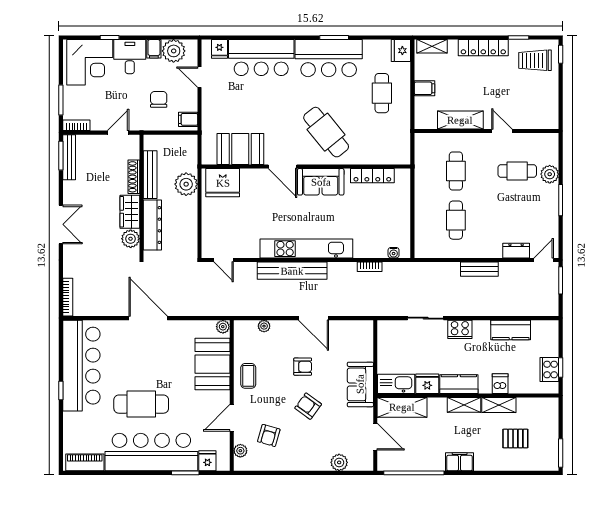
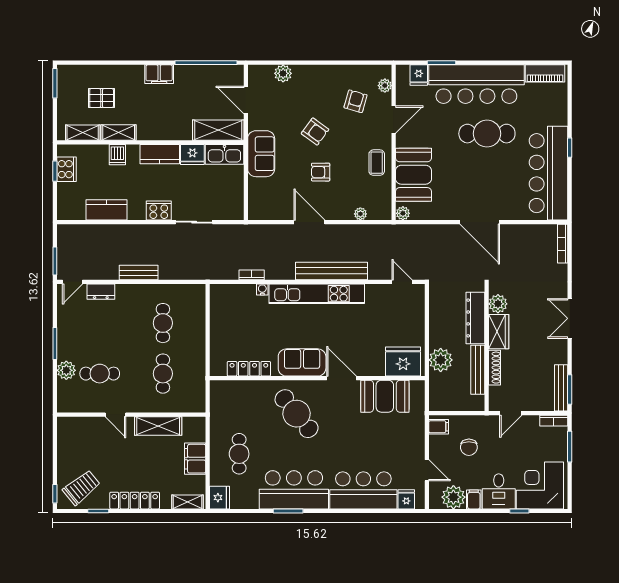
trolley: (535, 60) -> (81, 488), turned -39
filing cabinet: (424, 88) -> (195, 459), width x2.00
water cooler: (394, 253) -> (262, 289), moved
shelving: (464, 405) -> (83, 133), moved

